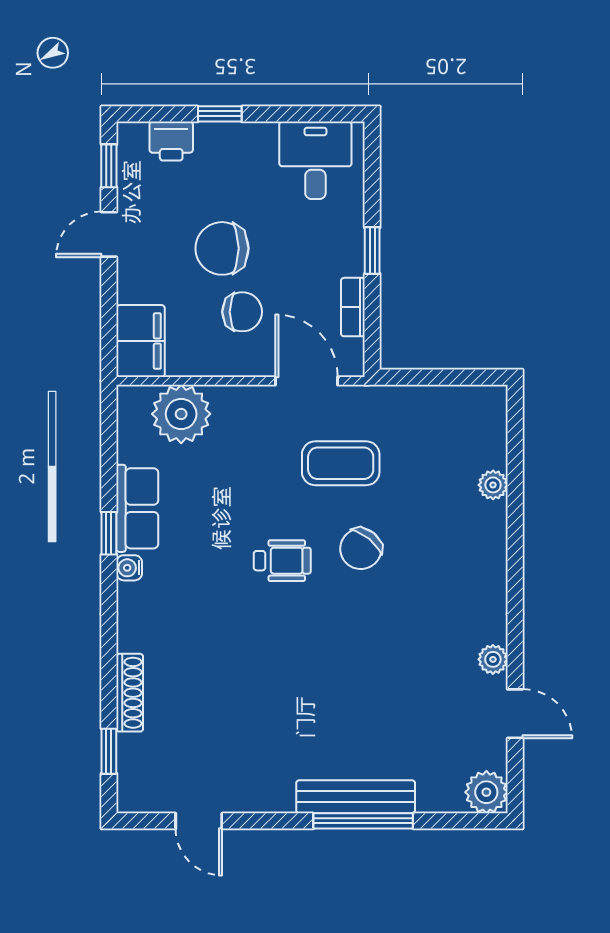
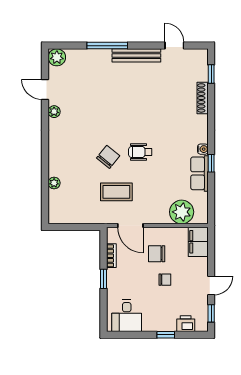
chair: (222, 248) -> (165, 280), width x0.54, depth x0.54
bench: (356, 797) -> (136, 55), moved

